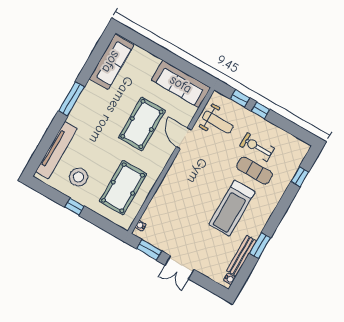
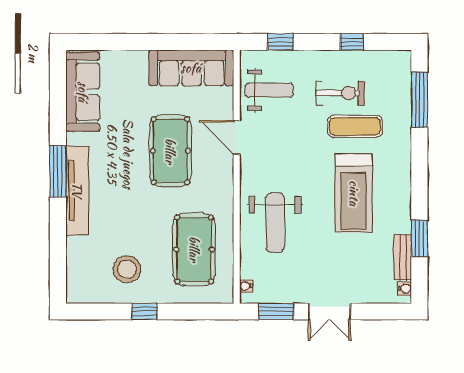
window: (261, 110) -> (352, 42), moved
exercise bike: (257, 147) -> (340, 93), turned 180
tv unit: (56, 150) -> (77, 190), moved
window: (300, 177) -> (419, 100), width x2.17
weight bench: (178, 199) -> (275, 223), added
window: (260, 245) -> (419, 239), moved
bench: (242, 256) -> (403, 257), width x0.73

